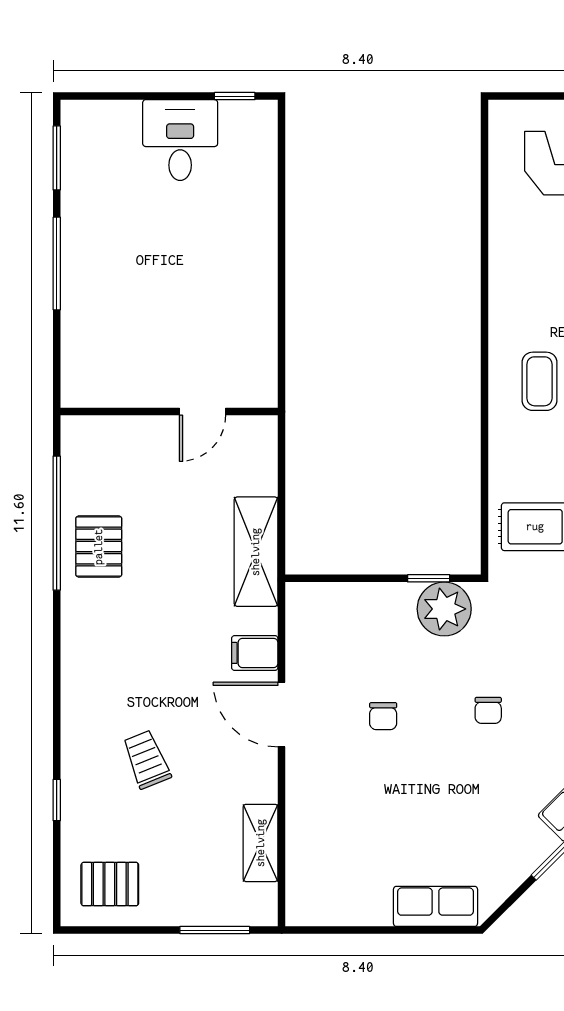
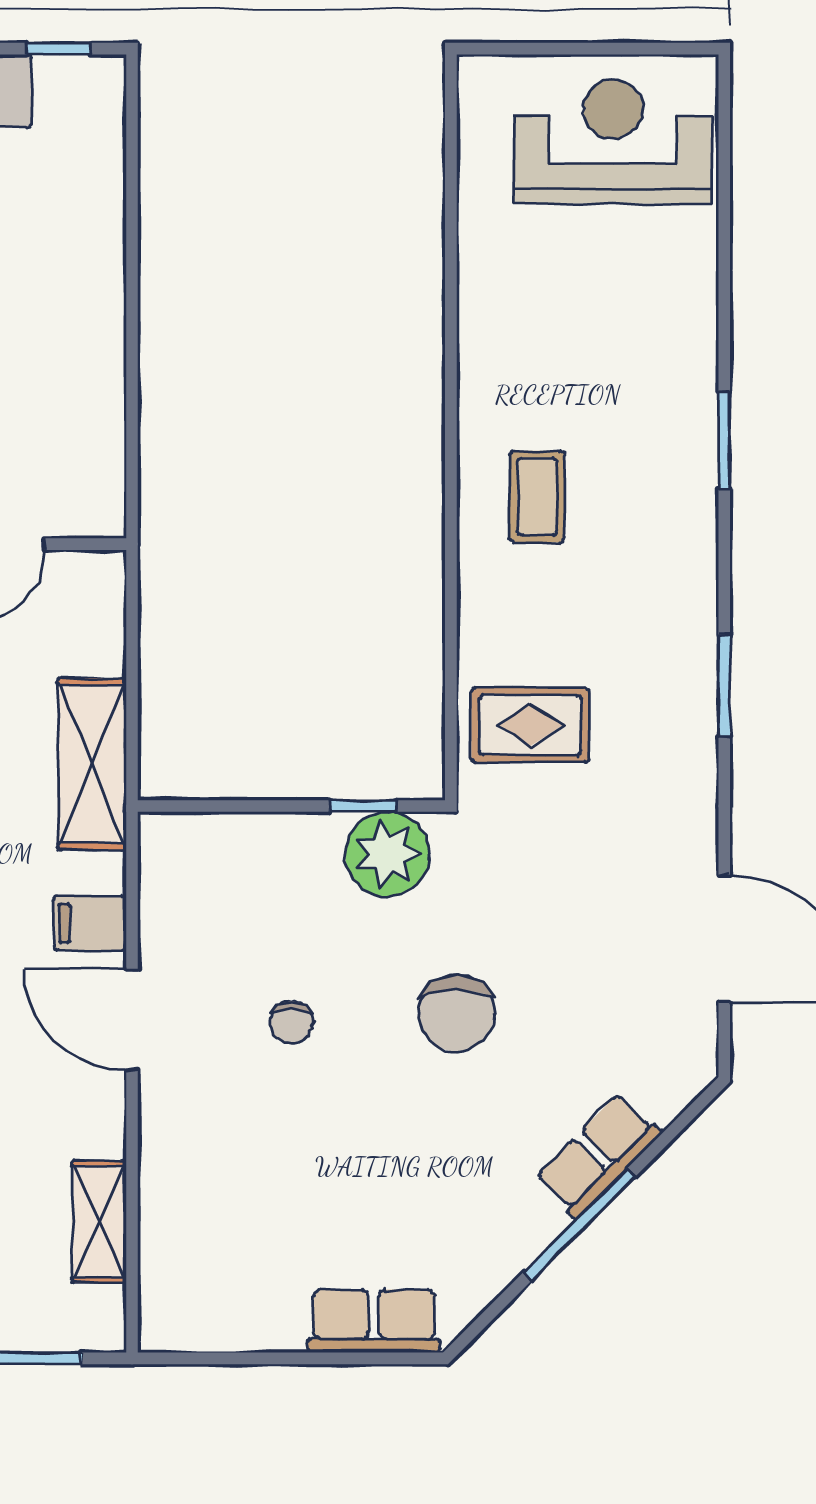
chair: (488, 710) -> (457, 1013), width x1.87, depth x1.87

